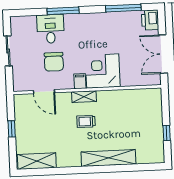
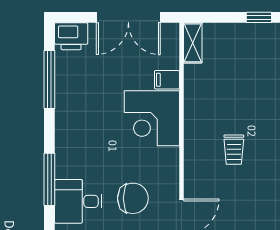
filing cabinet: (80, 81) -> (167, 80), moved
shelving: (84, 97) -> (193, 43), moved

